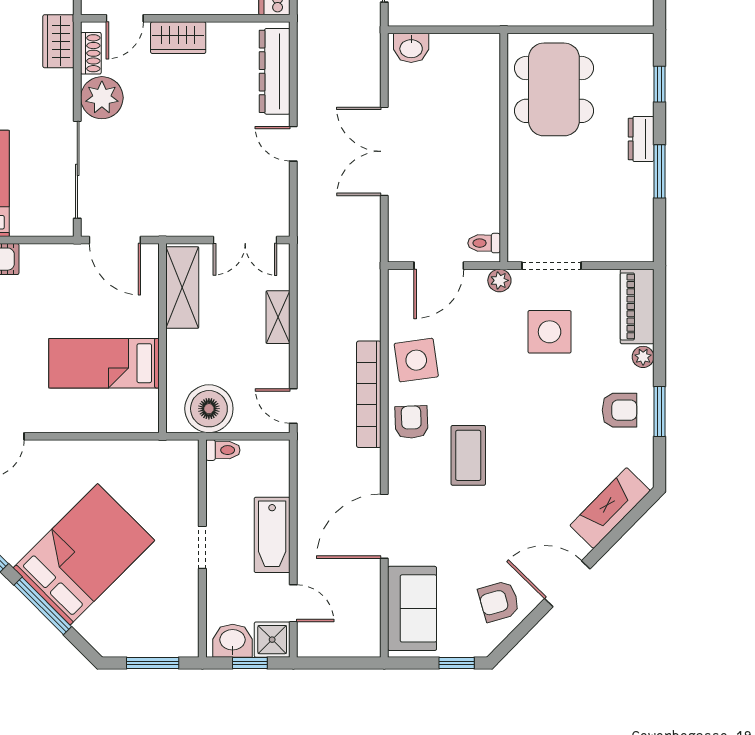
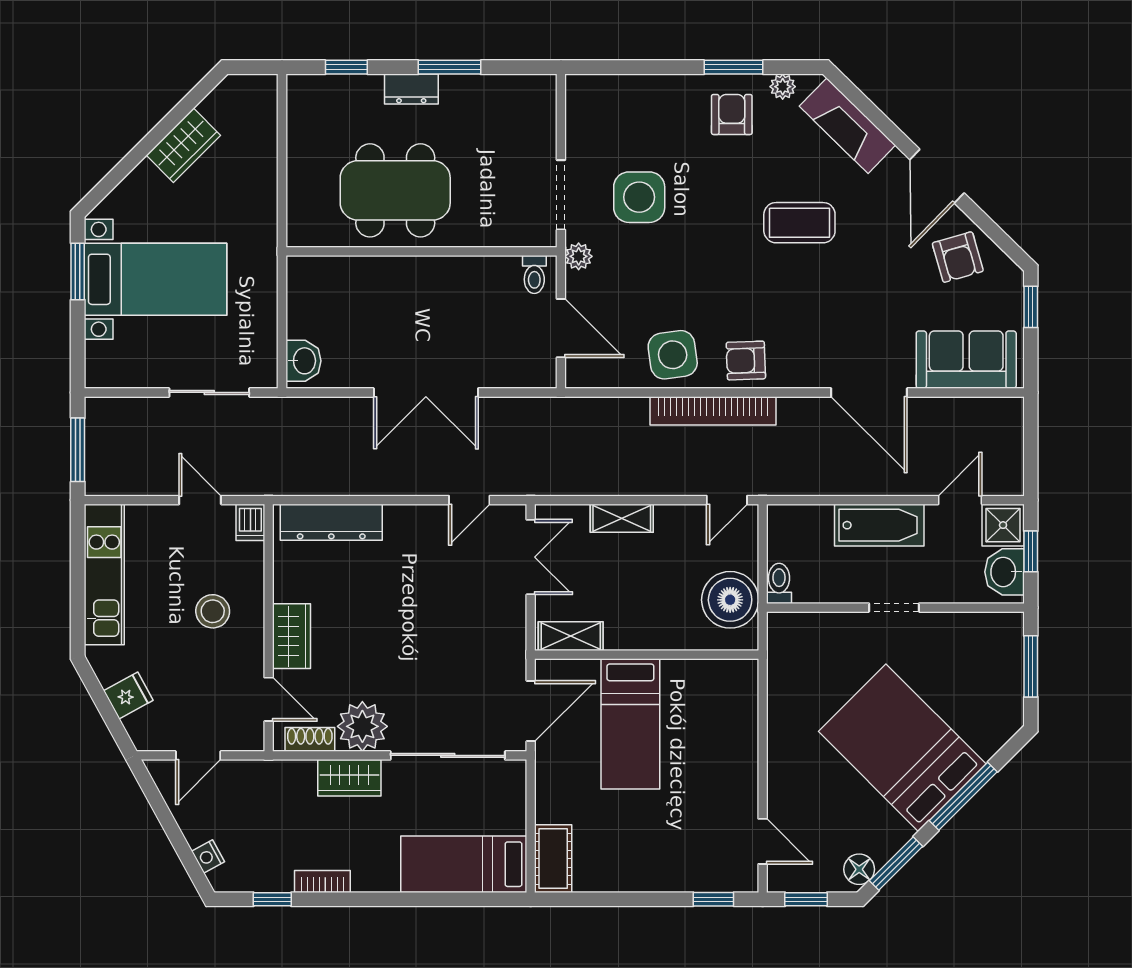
wardrobe: (58, 41) -> (349, 778), moved
dining table: (554, 89) -> (395, 190), moved
door: (293, 144) -> (469, 500), moved
shelving: (182, 288) -> (571, 636), width x0.67, depth x0.75
piano: (637, 306) -> (609, 94), removed
plant: (643, 357) -> (783, 87), moved
bed: (104, 363) -> (630, 724), moved
coffee table: (468, 455) -> (799, 223), moved

